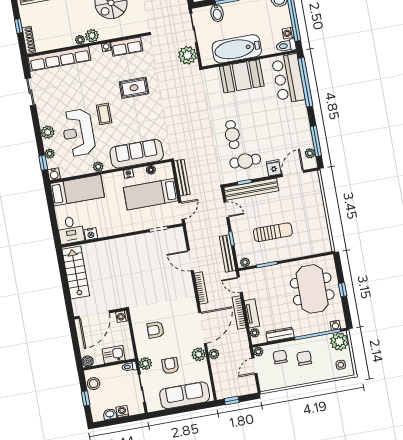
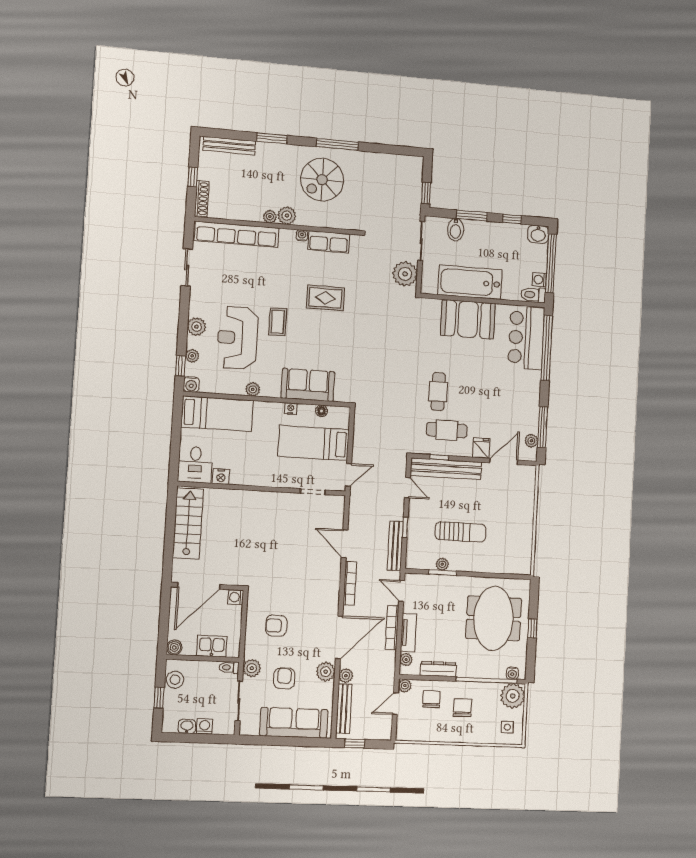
sofa: (137, 154) -> (308, 385), width x0.73
bench: (182, 178) -> (344, 709), moved
plant: (245, 262) -> (442, 564), moved

